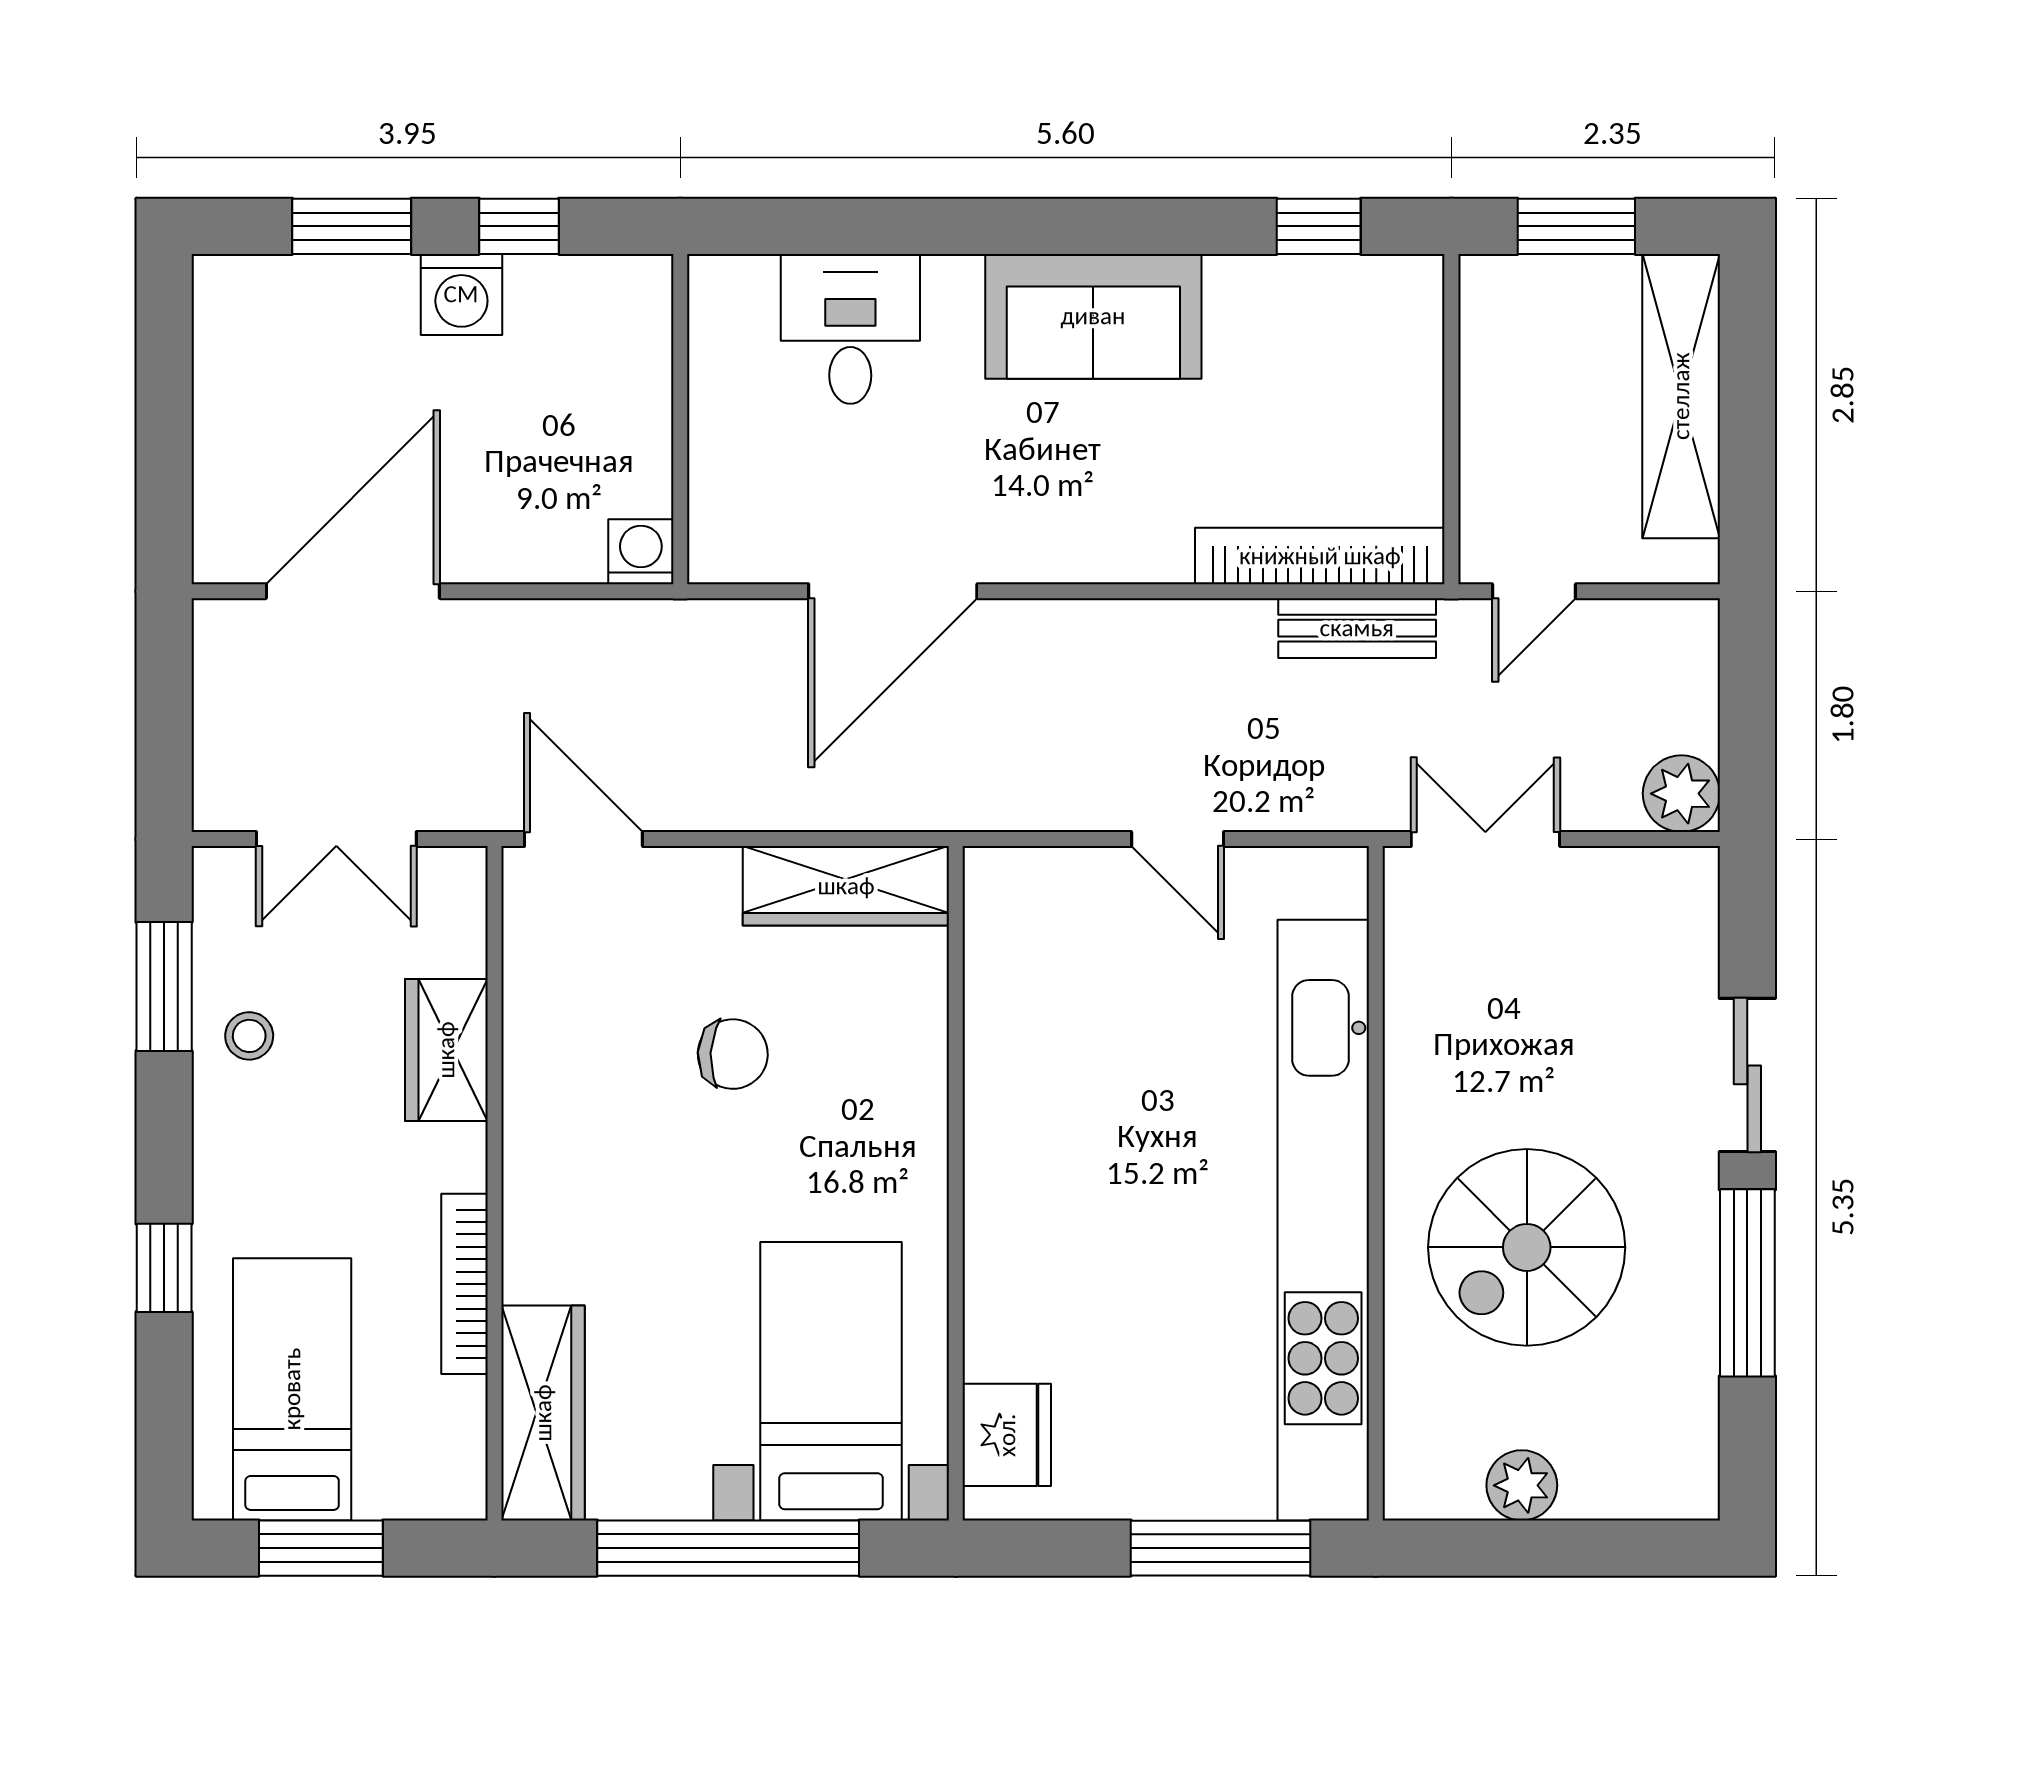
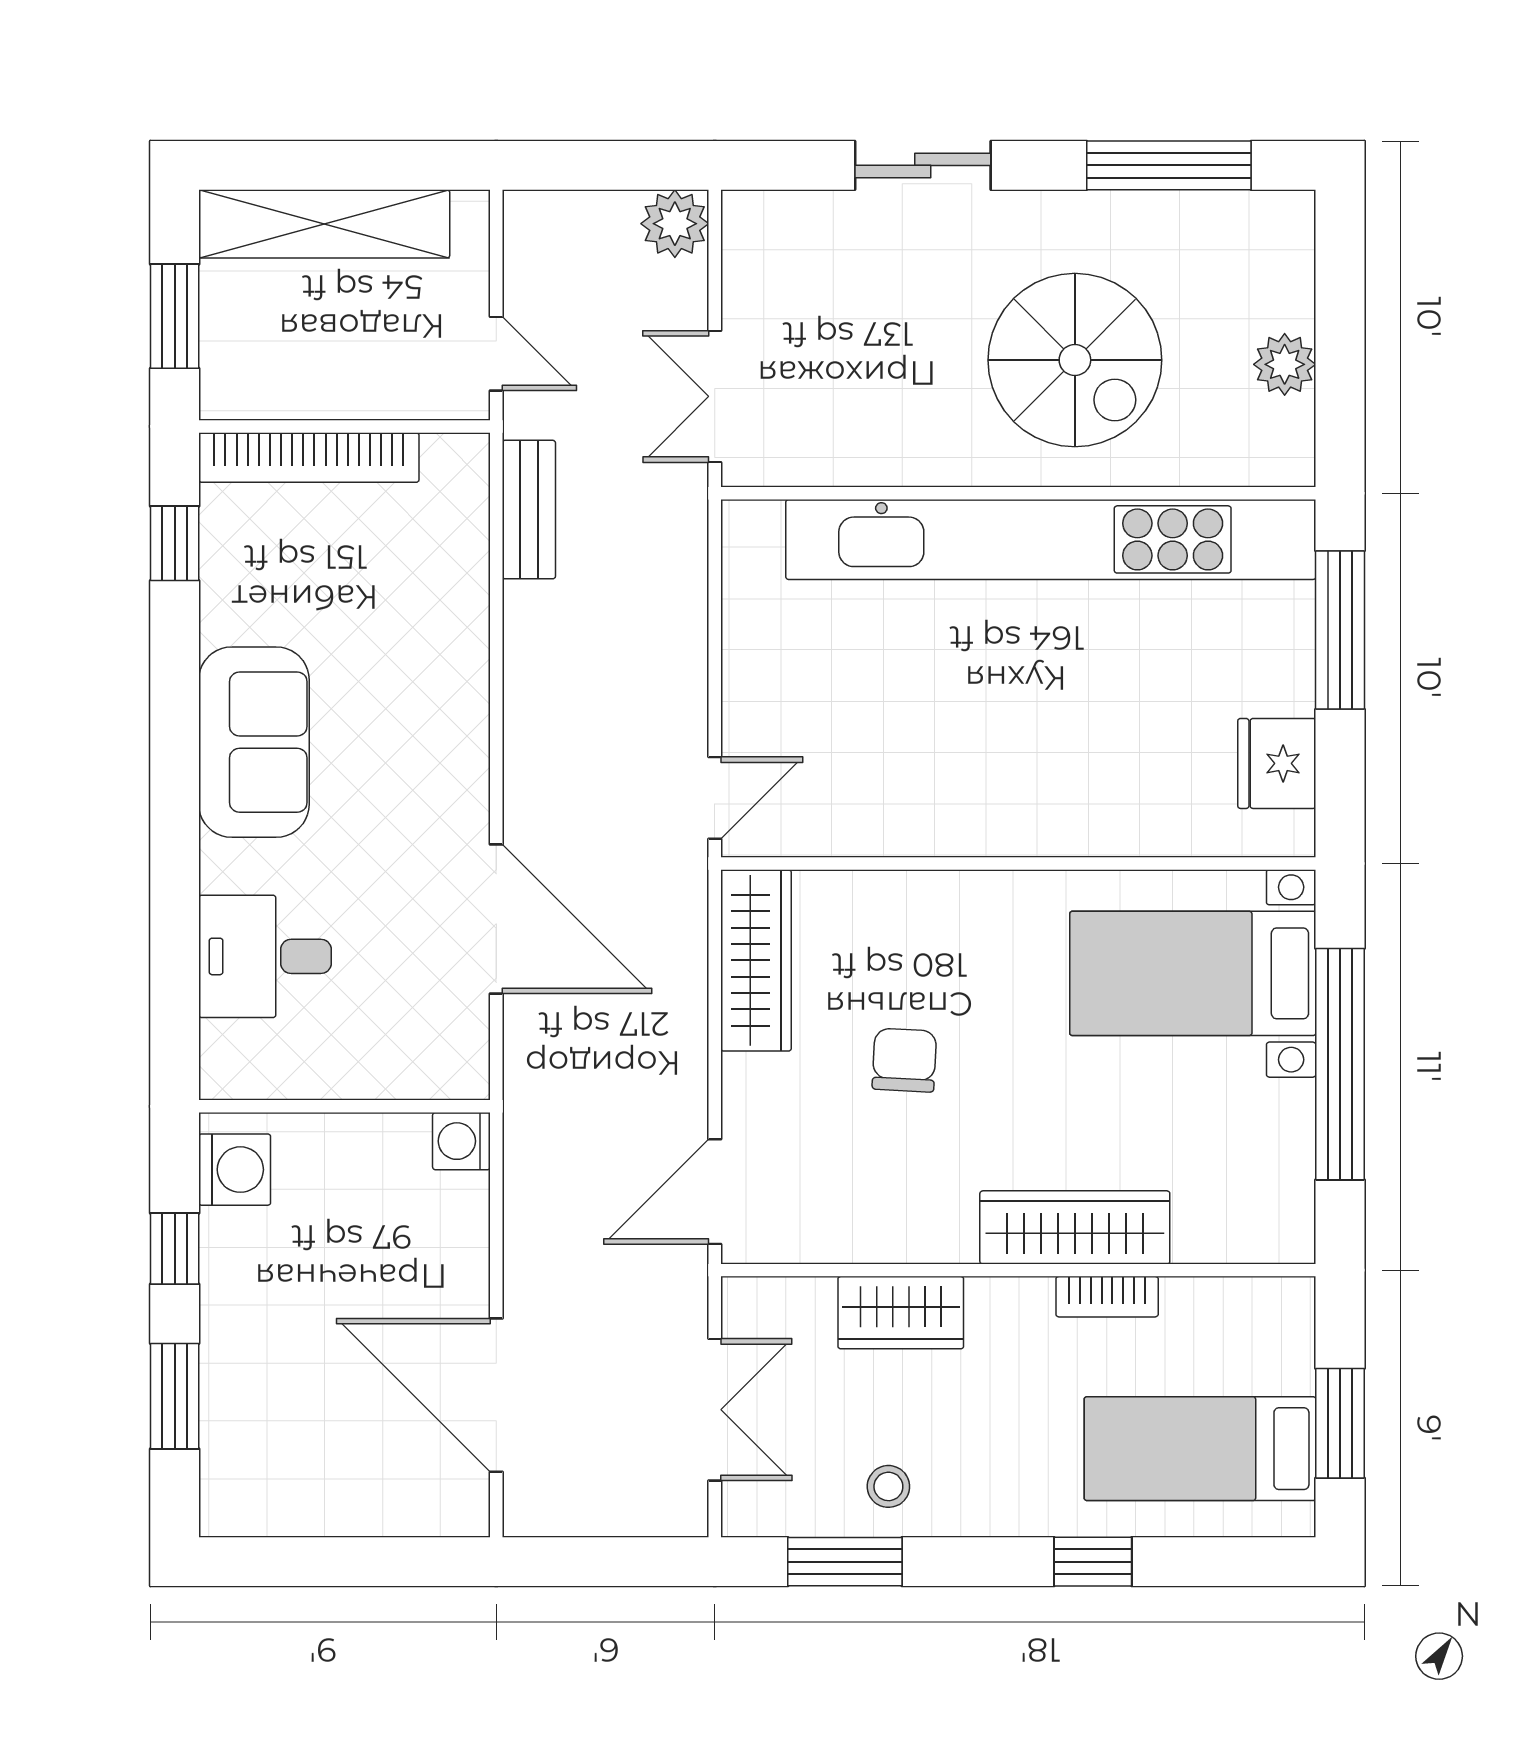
washing machine: (461, 294) -> (235, 1170), moved
bookcase: (1320, 556) -> (309, 457), moved, turned -90
door: (1178, 839) -> (715, 798), moved
window: (1747, 1283) -> (1169, 165), moved
bookcase: (464, 1284) -> (1107, 1297), width x0.64
wardrobe: (543, 1413) -> (1075, 1227), moved
fridge: (1007, 1435) -> (1277, 763), moved, turned -90

